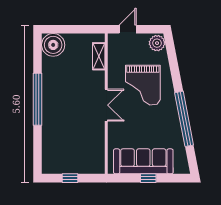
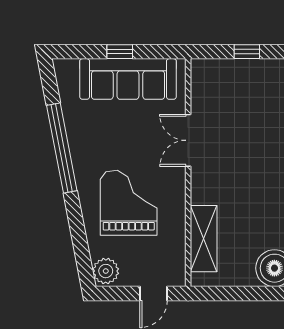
shelving: (99, 56) -> (204, 239), width x1.50, depth x1.33
double door: (106, 105) -> (188, 140), moved

